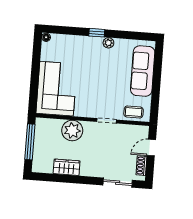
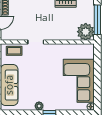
corner sofa: (57, 89) -> (79, 81), moved
plant: (72, 131) -> (86, 32), moved

